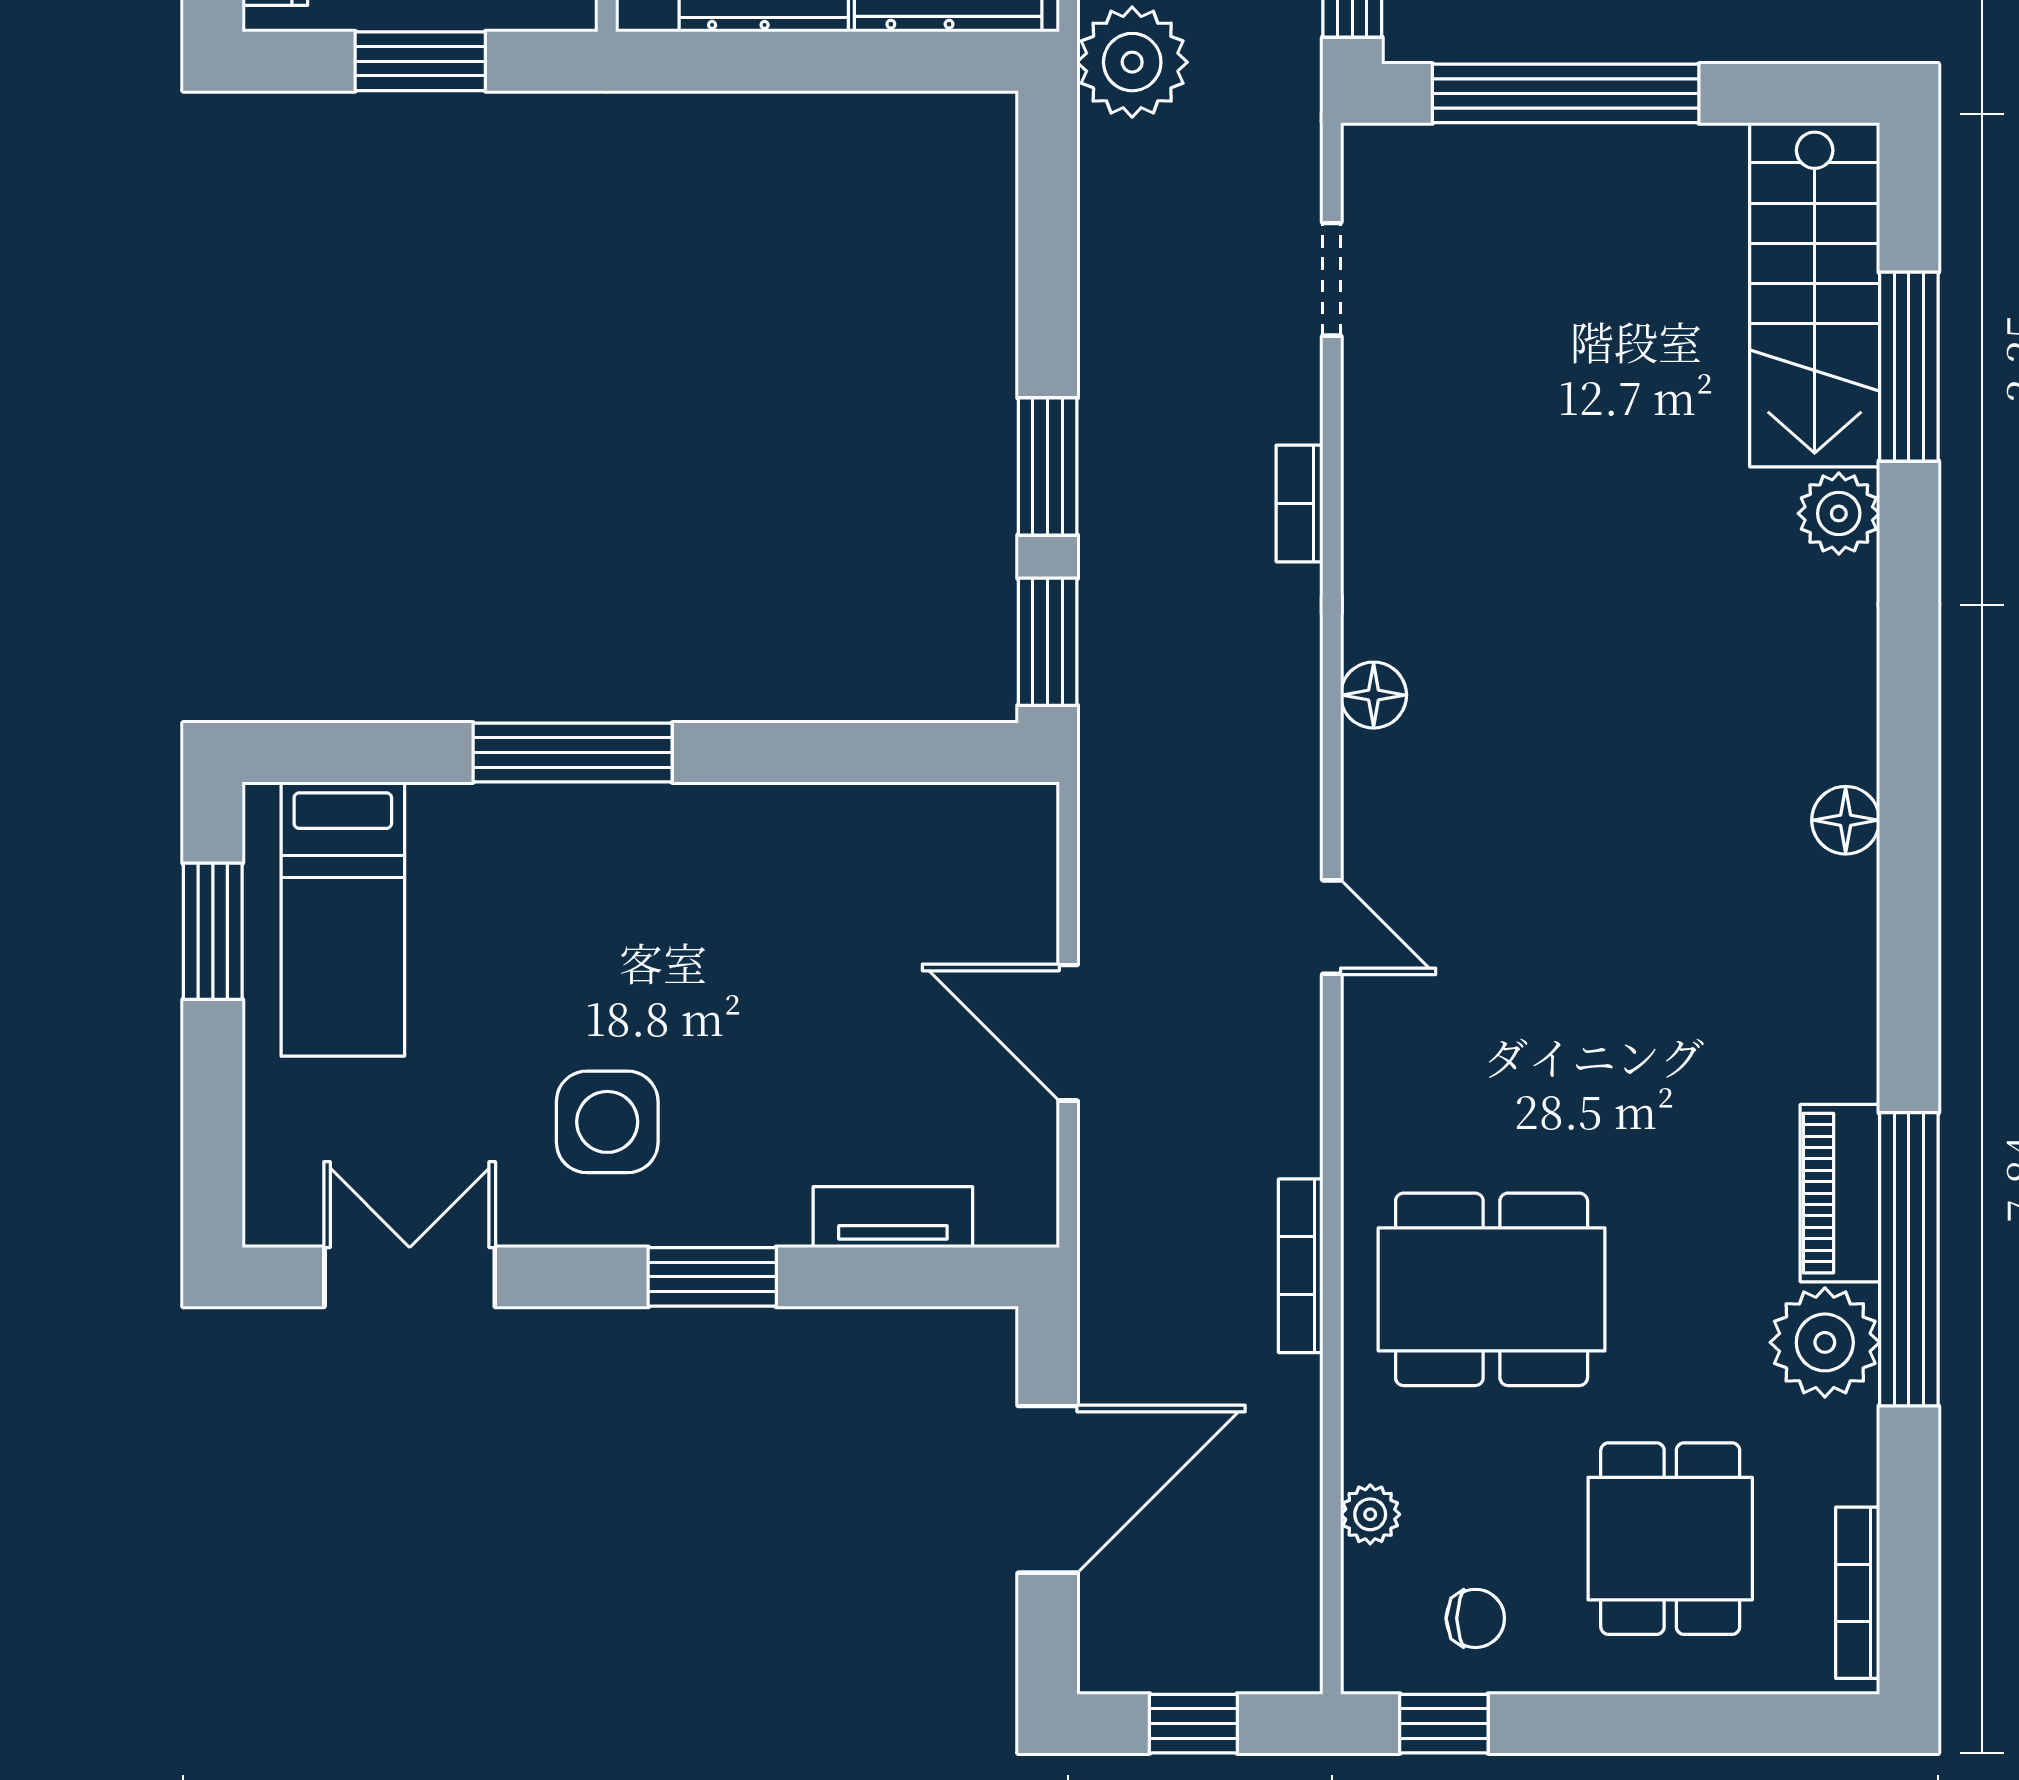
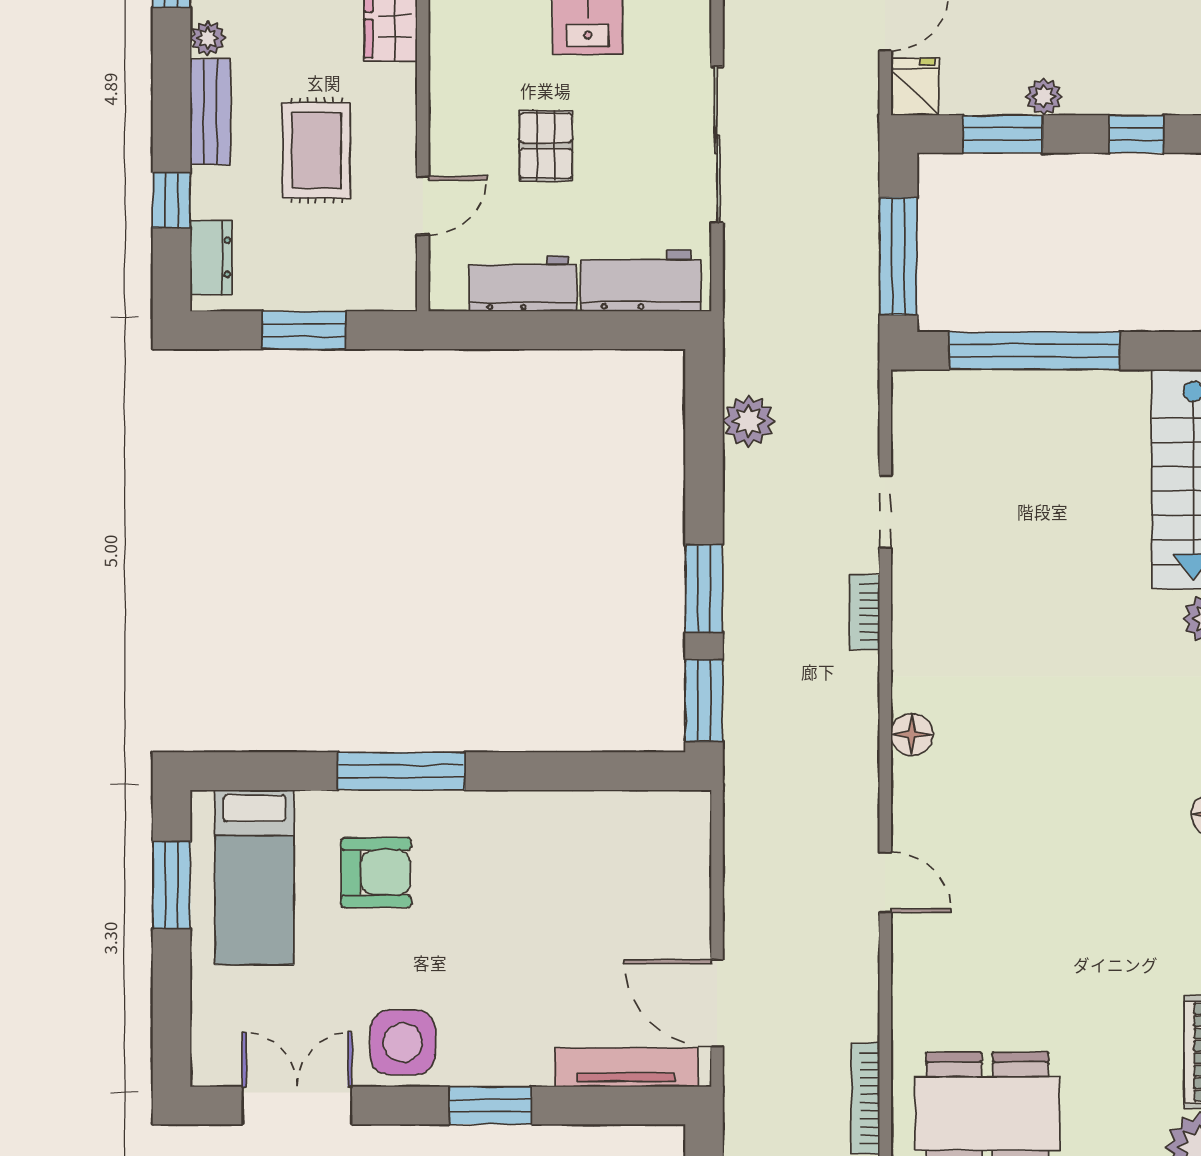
plant: (1132, 62) -> (749, 421), moved, width x0.73, depth x0.73
doorway: (1332, 279) -> (885, 512), moved
armchair: (533, 912) -> (376, 873), added
door: (1068, 1033) -> (717, 1003), moved
side table: (607, 1122) -> (403, 1042), moved
tv unit: (893, 1217) -> (626, 1067), width x1.41

